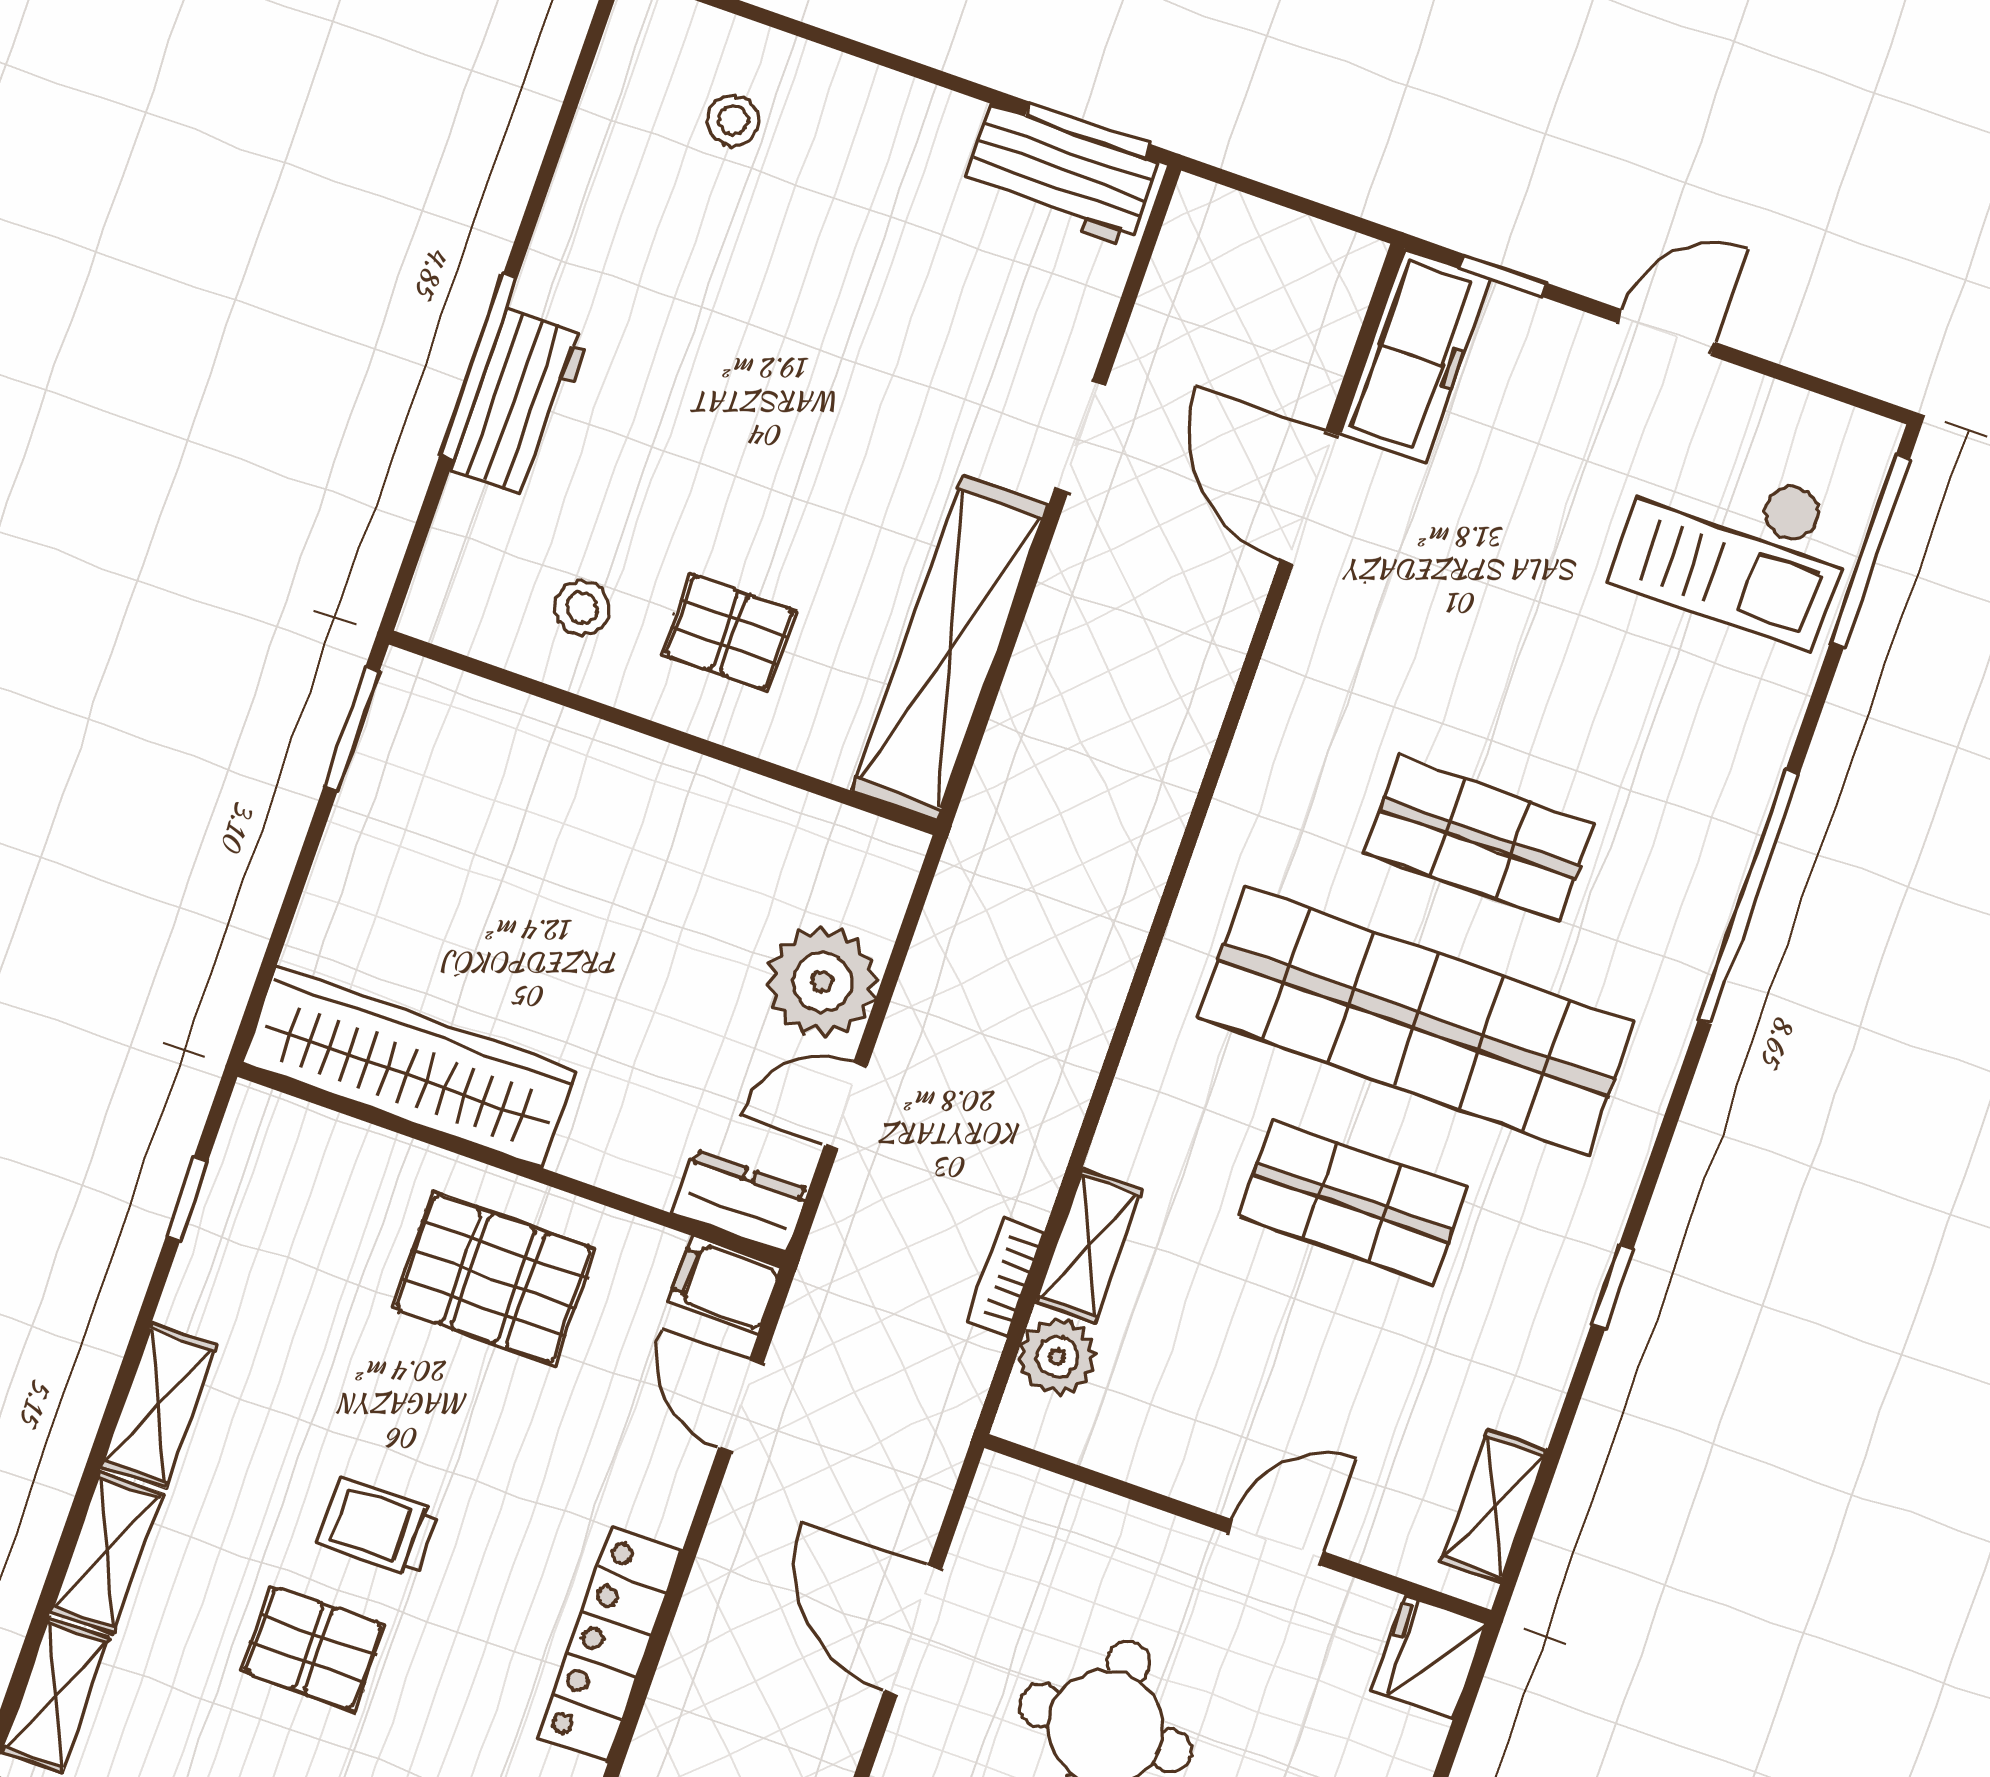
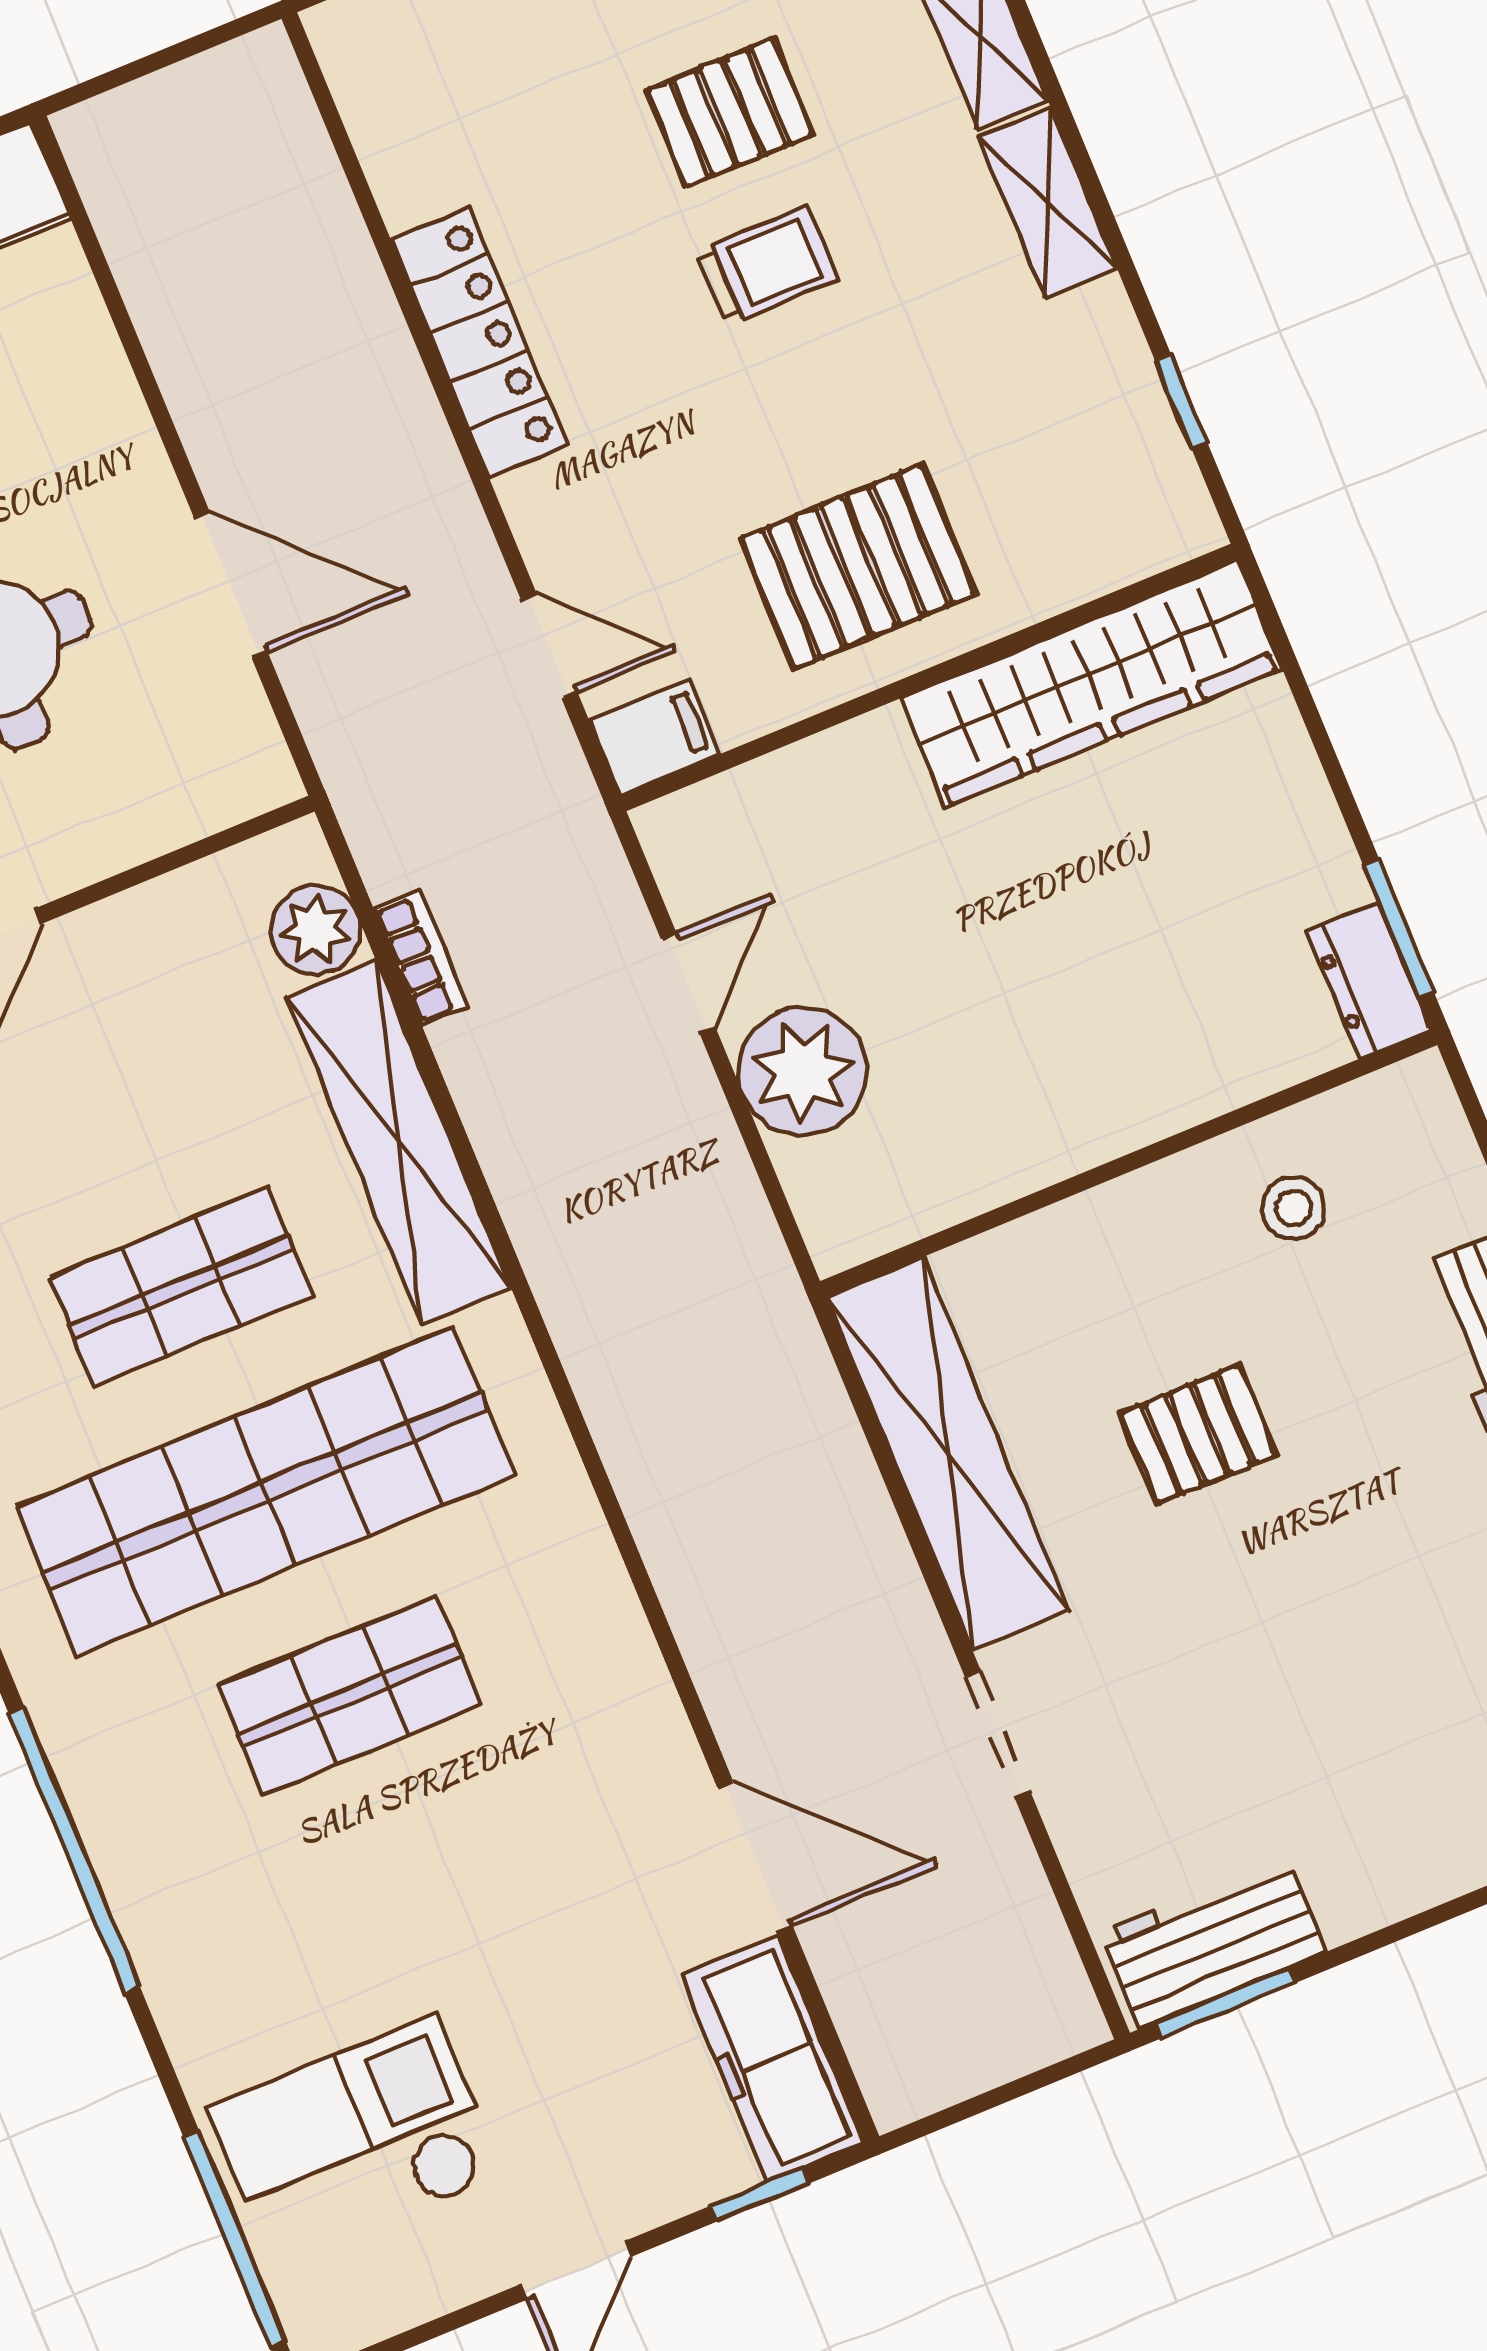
pallet: (729, 633) -> (1198, 1434), moved
dresser: (740, 1201) -> (1368, 980), moved, turned 90
shelving: (1089, 1246) -> (399, 1142), width x2.20, depth x1.33

